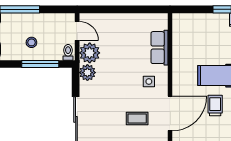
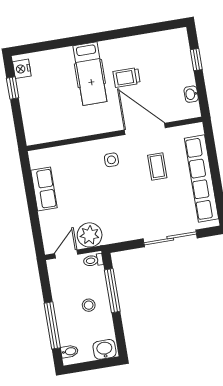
row of seats: (159, 48) -> (44, 189), moved, turned -90
plant: (87, 73) -> (113, 234), removed

